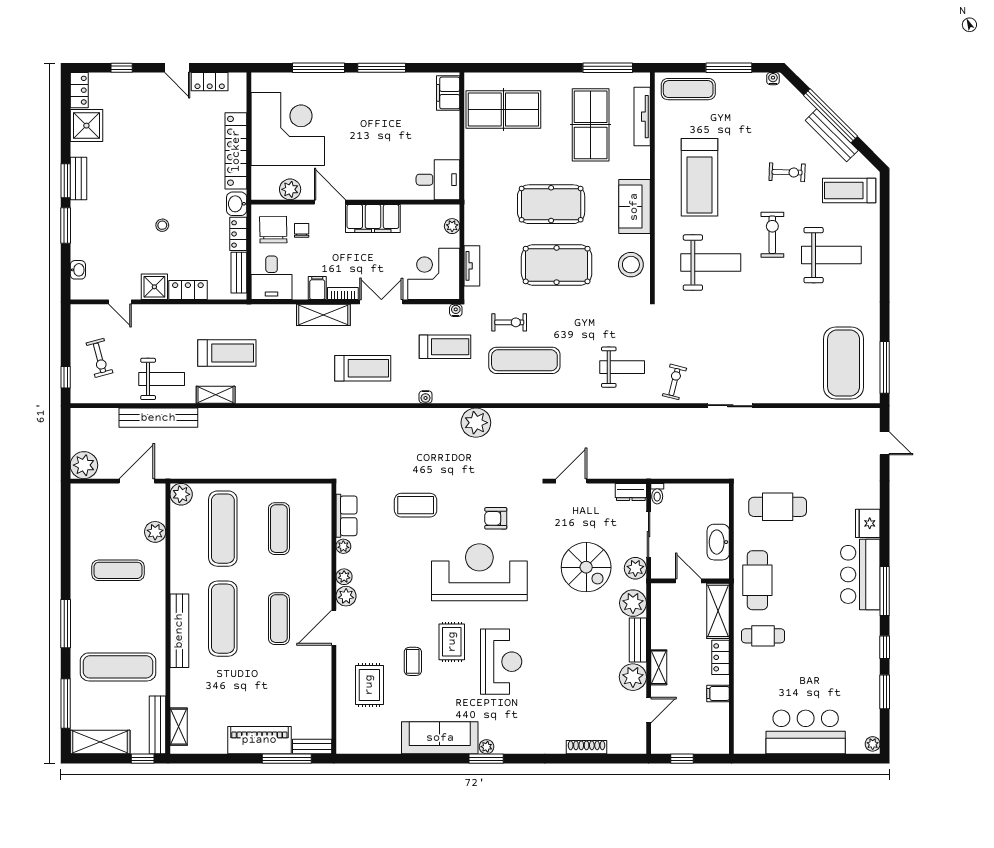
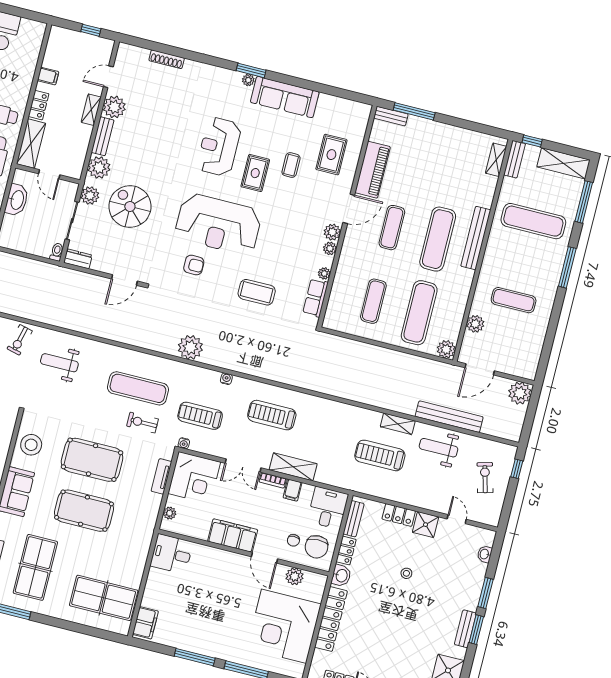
bench: (158, 725) -> (515, 159), width x0.73
piano: (259, 740) -> (373, 170), moved, turned -90

